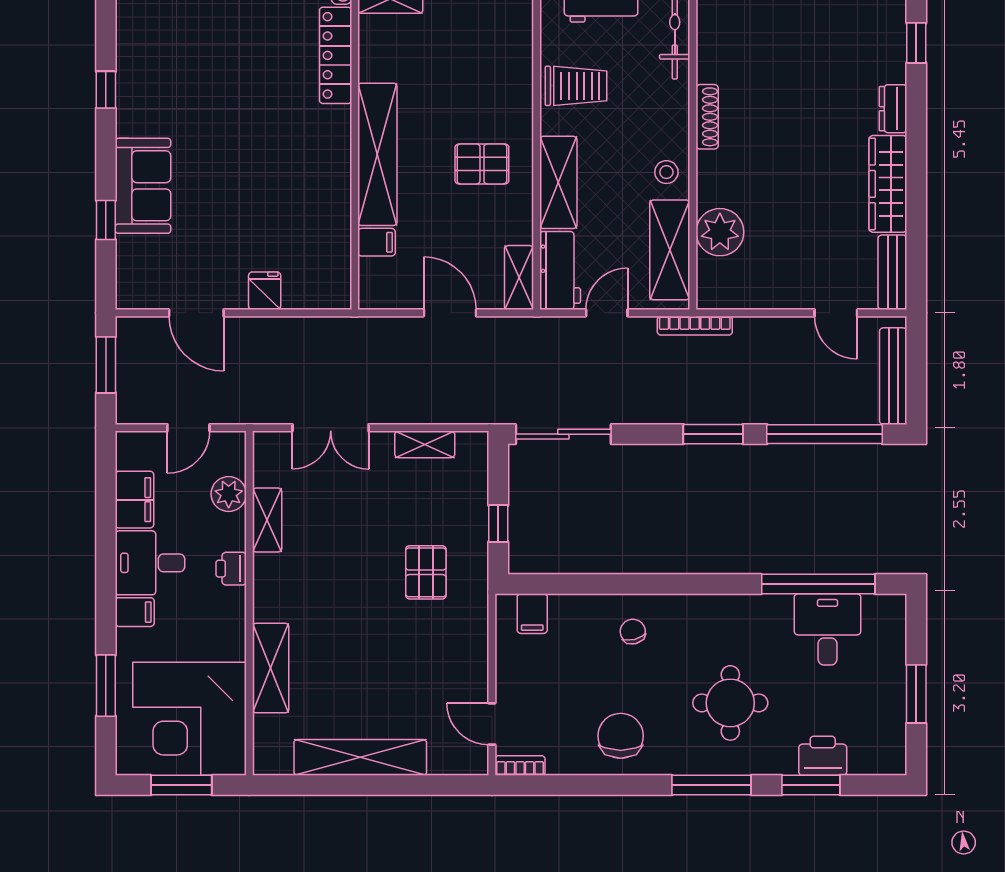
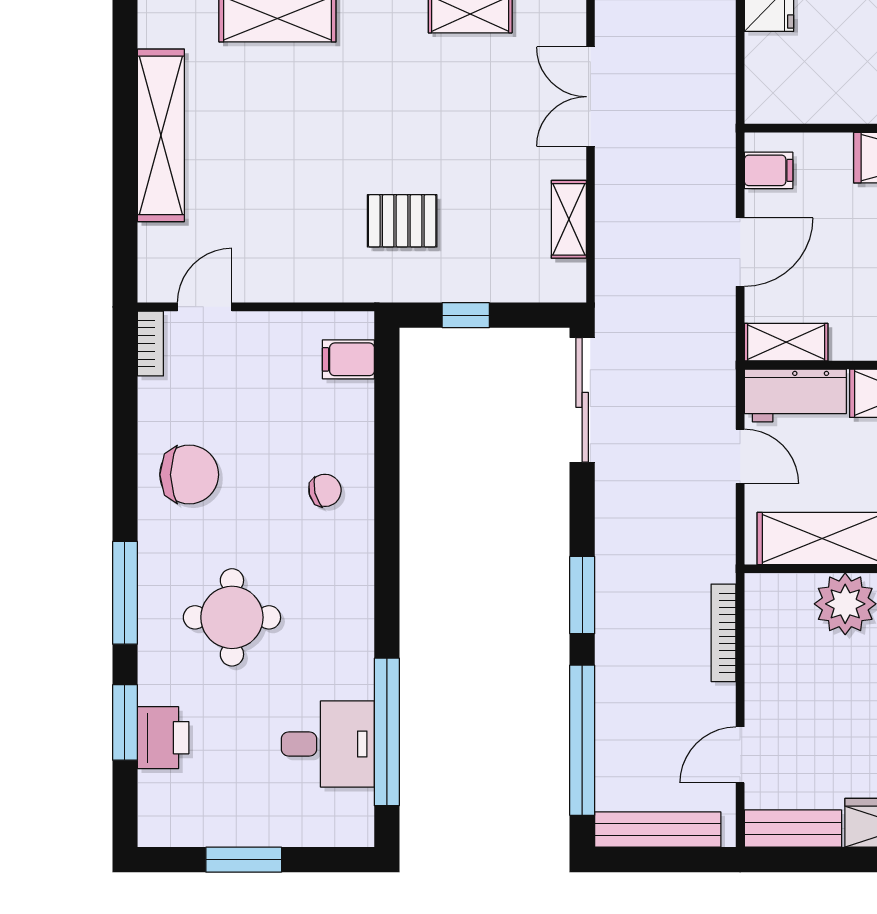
filing cabinet: (377, 242) -> (769, 170), moved, turned -90
bookcase: (695, 326) -> (723, 633), moved

